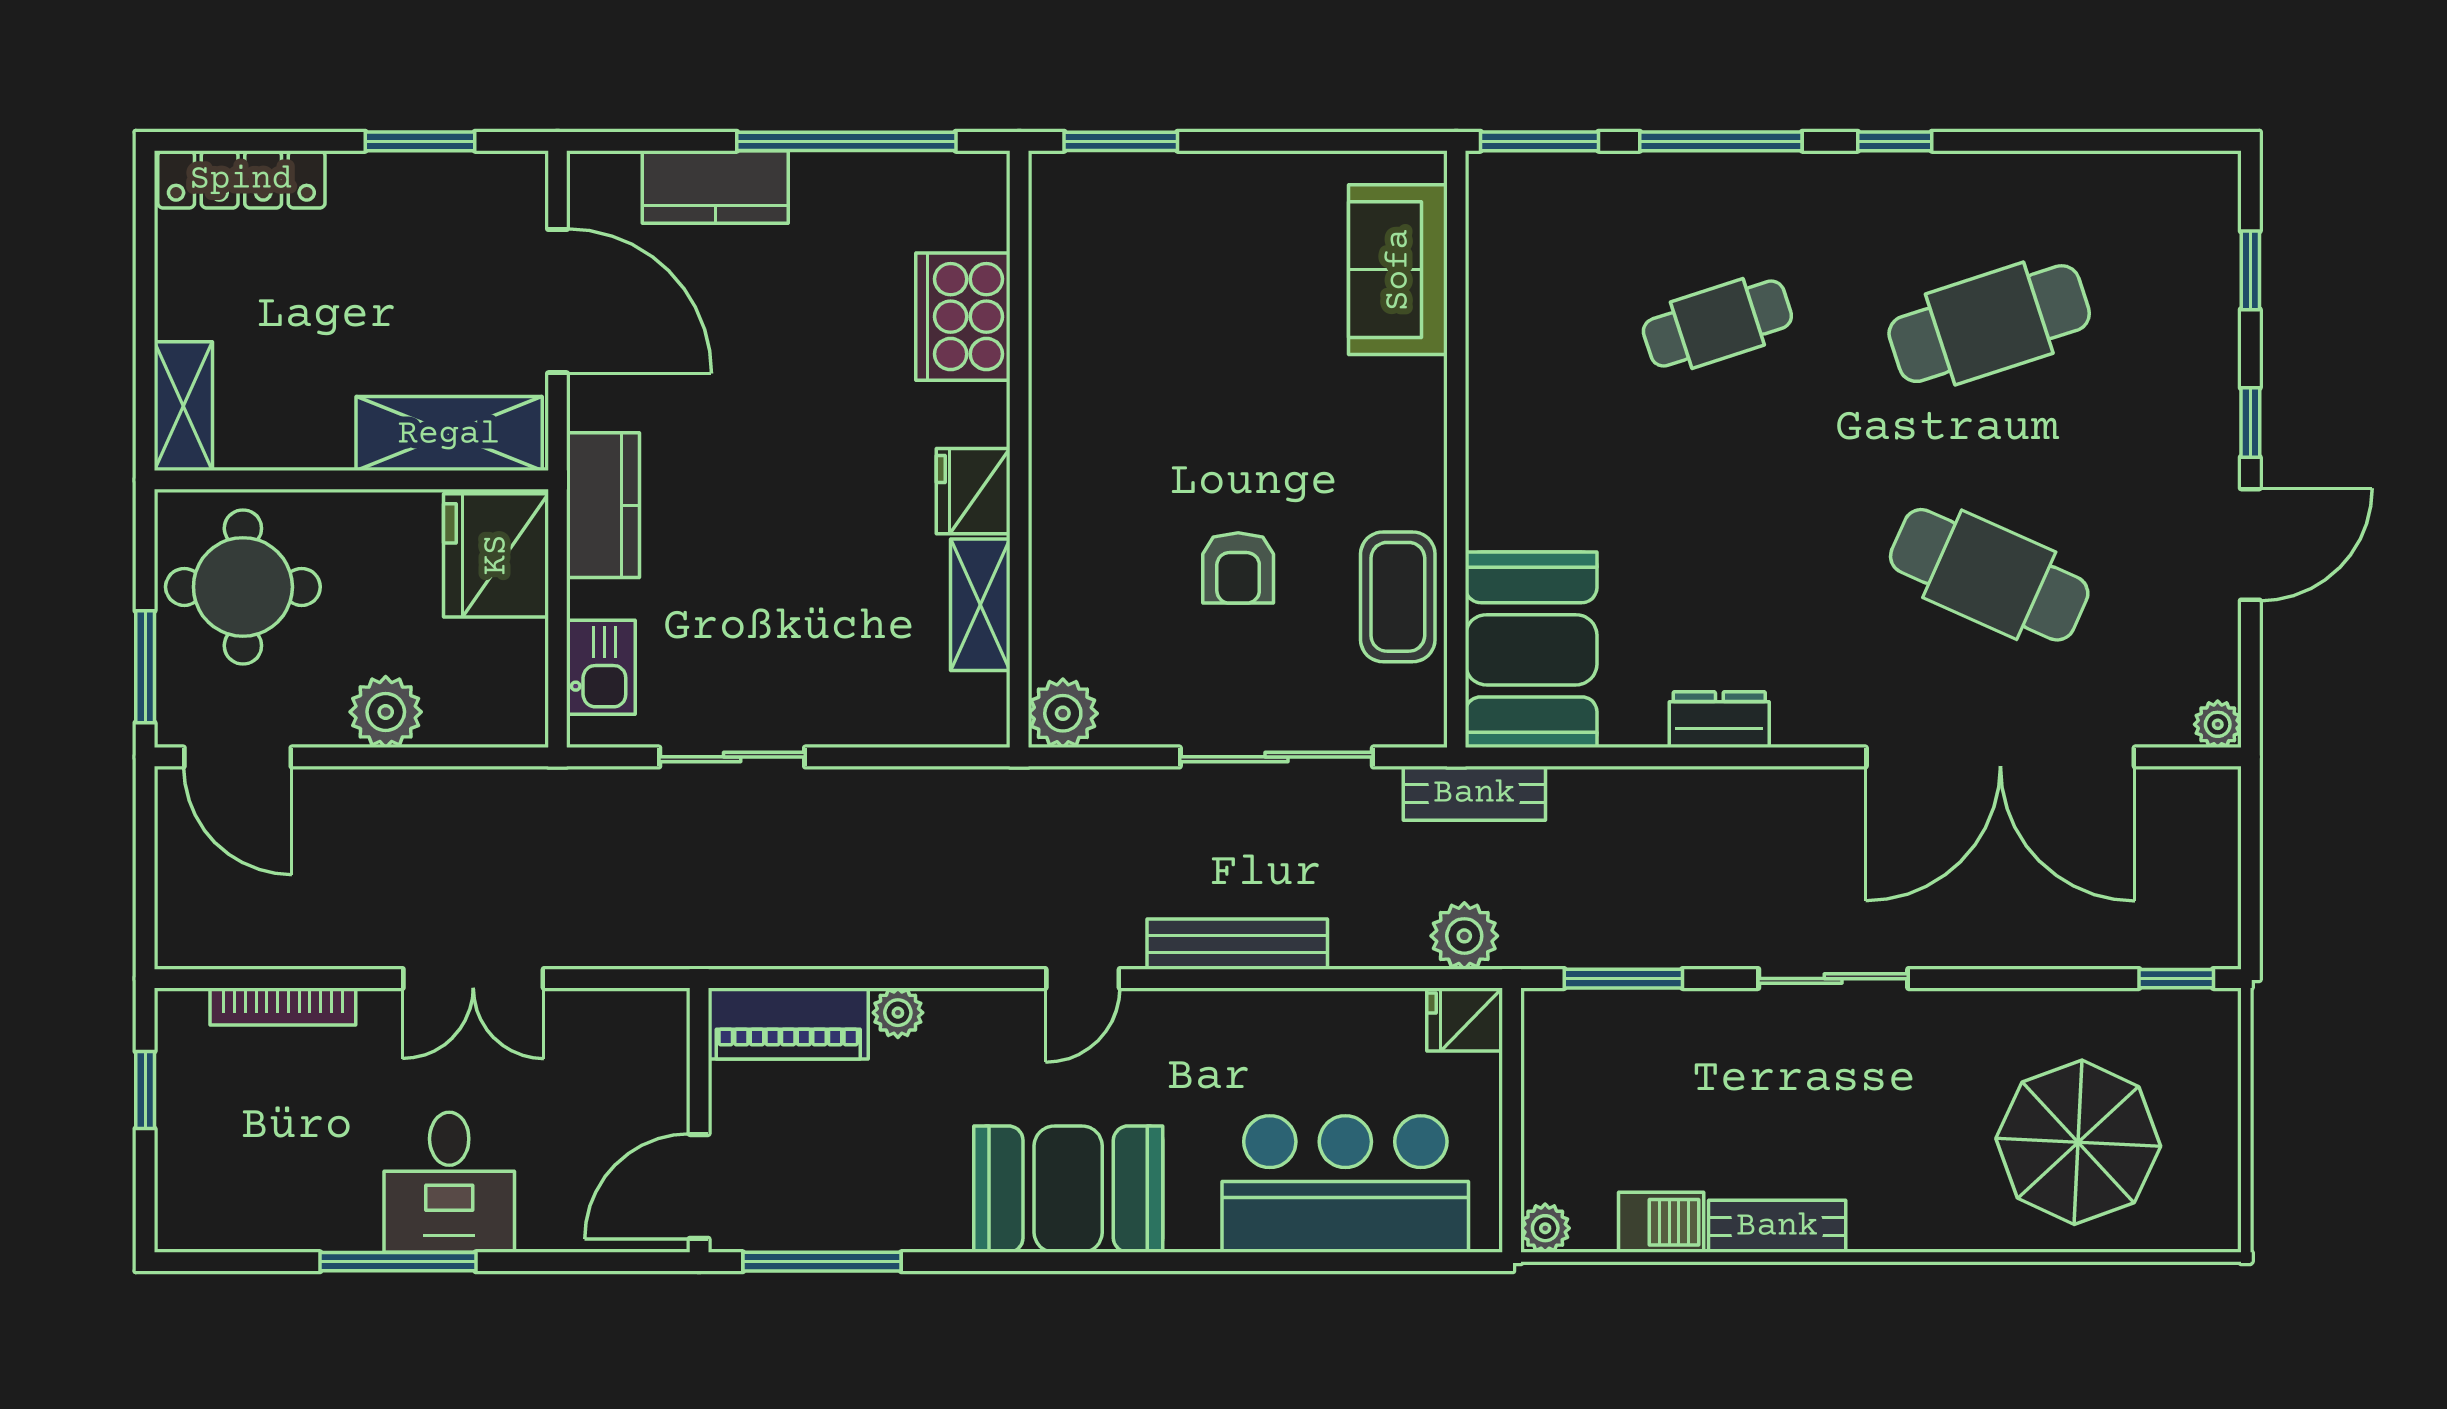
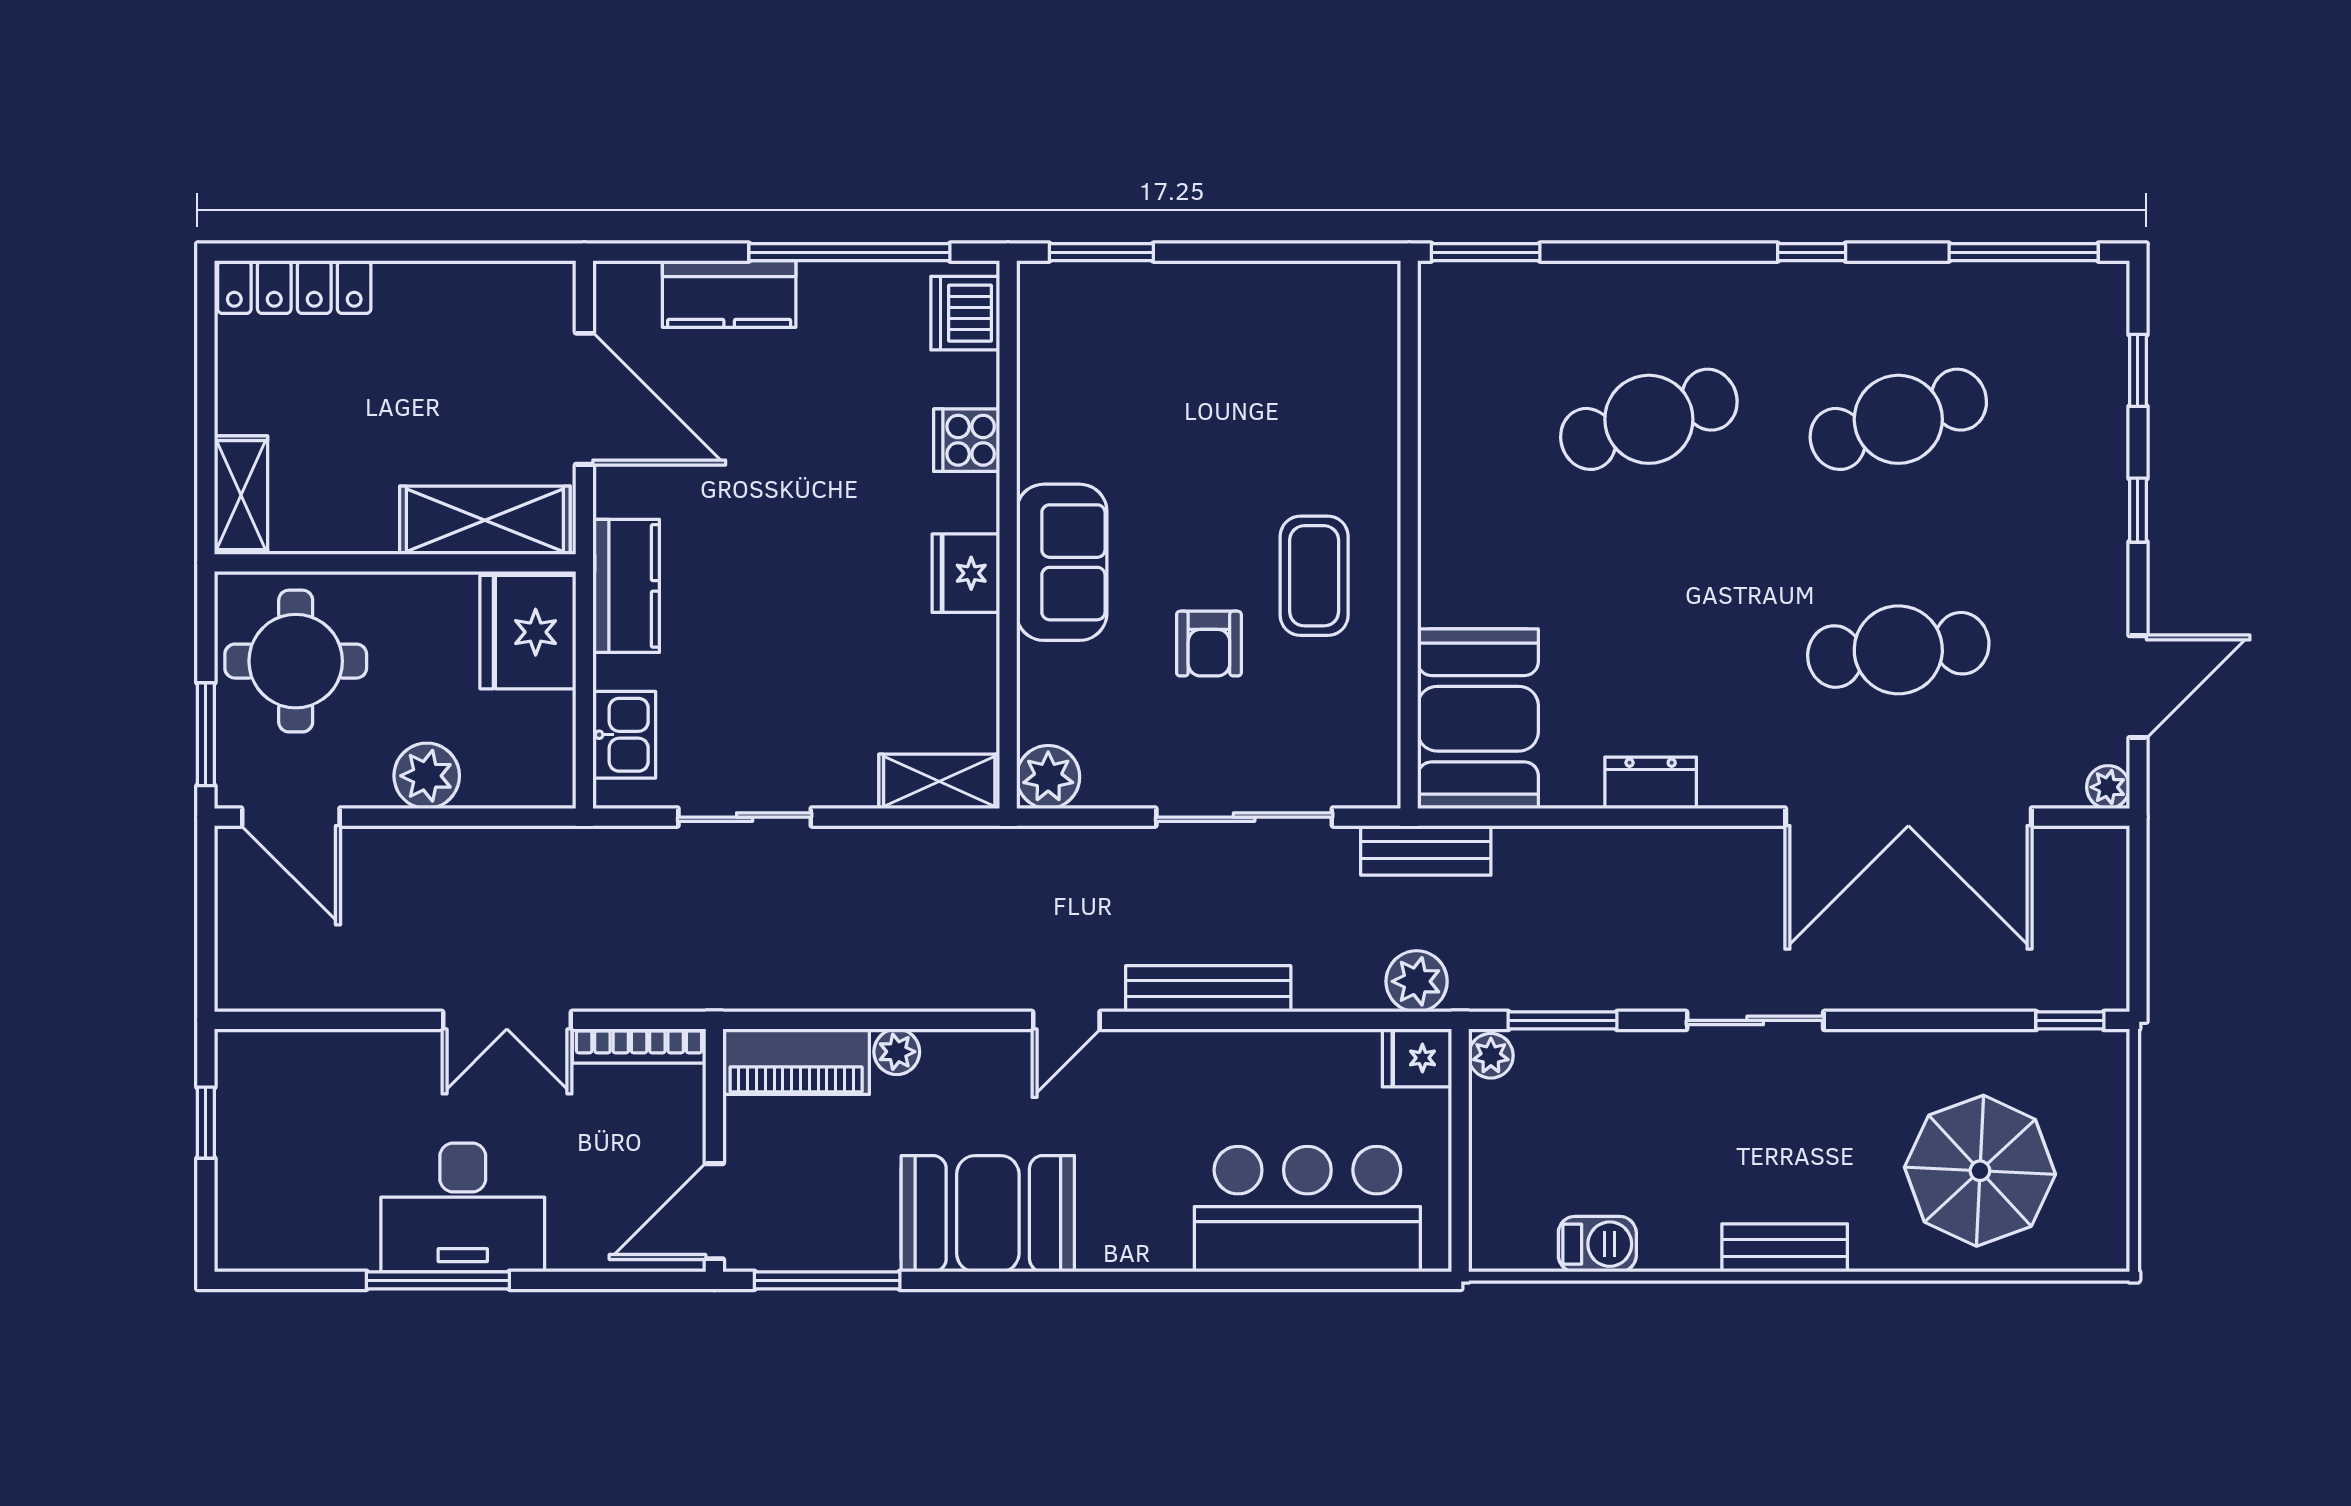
window: (420, 141) -> (458, 252), removed
window: (1721, 141) -> (2024, 252), moved
dishwasher: (972, 208) -> (965, 313), added
sofa: (1398, 270) -> (1062, 562), moved, turned 180
cooker: (963, 317) -> (967, 440), width x0.53, depth x0.76
cafe table: (1717, 324) -> (1649, 419), width x1.37, depth x1.35
door: (2250, 544) -> (2138, 687), moved
cafe table: (1989, 575) -> (1898, 650), turned -30
coffee table: (1398, 597) -> (1314, 576), moved
shelving: (980, 605) -> (939, 781), moved, turned 90
bookcase: (283, 1006) -> (639, 1046), moved
desk: (449, 1182) -> (463, 1207), width x1.37
booth: (1068, 1189) -> (988, 1214), moved
bench: (1777, 1226) -> (1785, 1248), moved
plant: (1545, 1228) -> (1491, 1056), moved

